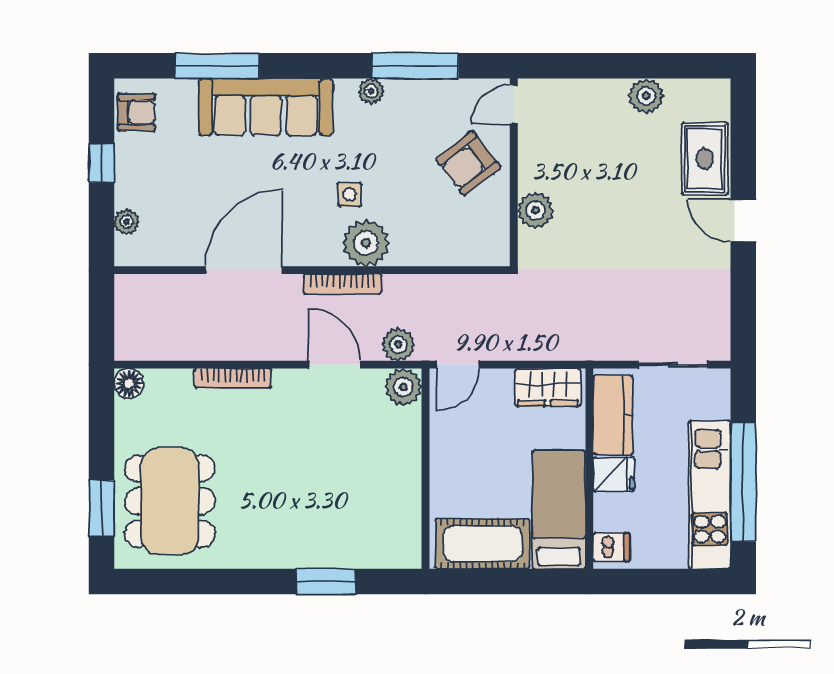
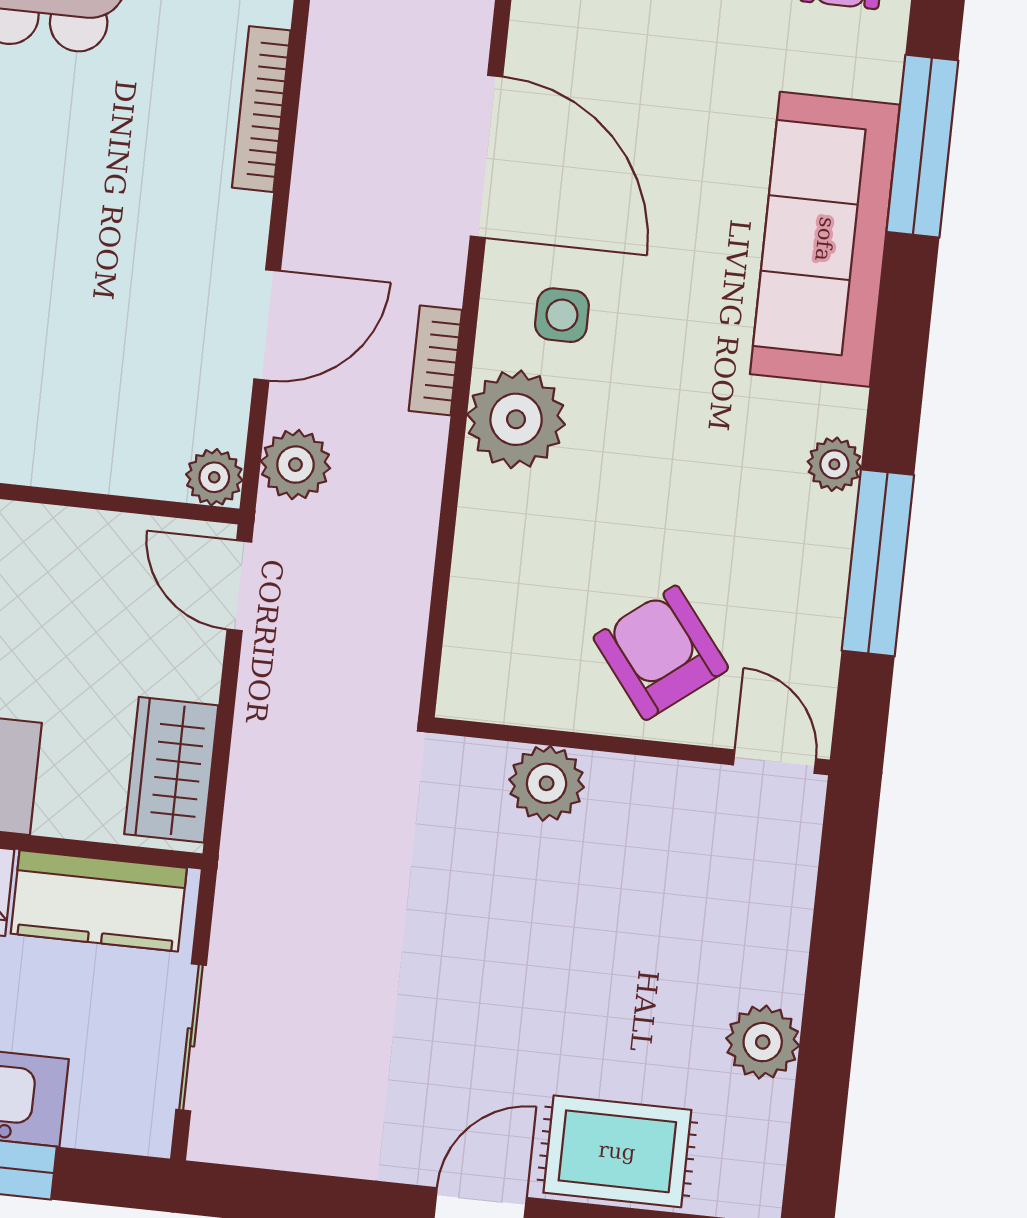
side table: (349, 194) -> (562, 315), moved
bookcase: (342, 284) -> (435, 360), width x0.64
plant: (403, 387) -> (214, 477), width x0.73, depth x0.73

